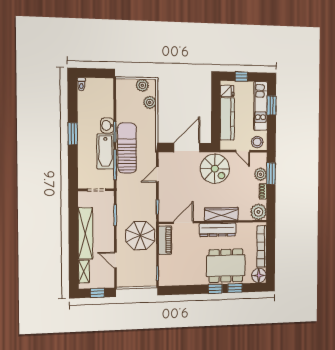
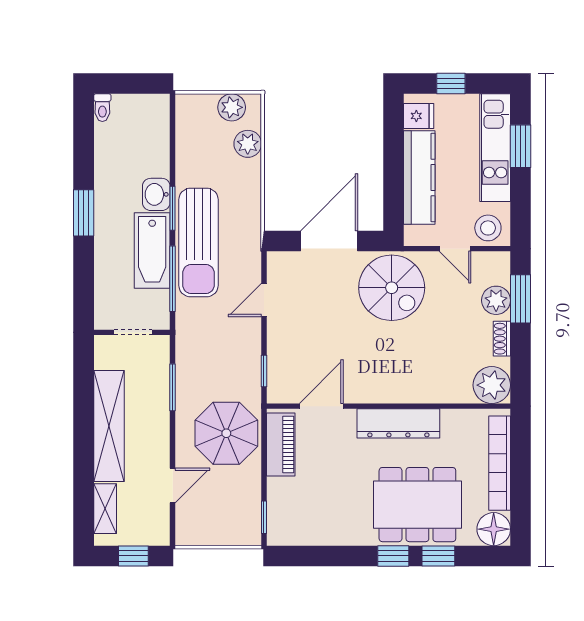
sun lounger: (127, 148) -> (198, 242), turned 180
wardrobe: (221, 214) -> (407, 389), removed
door: (115, 260) -> (173, 485), swing flipped

